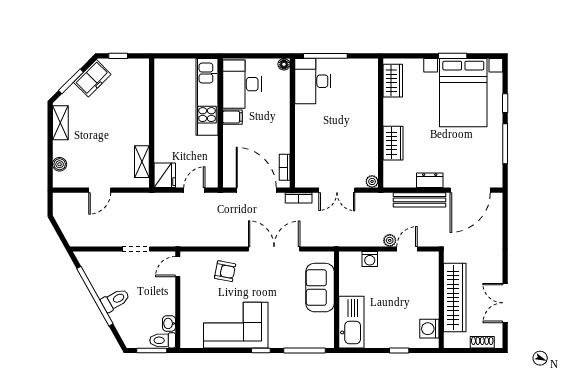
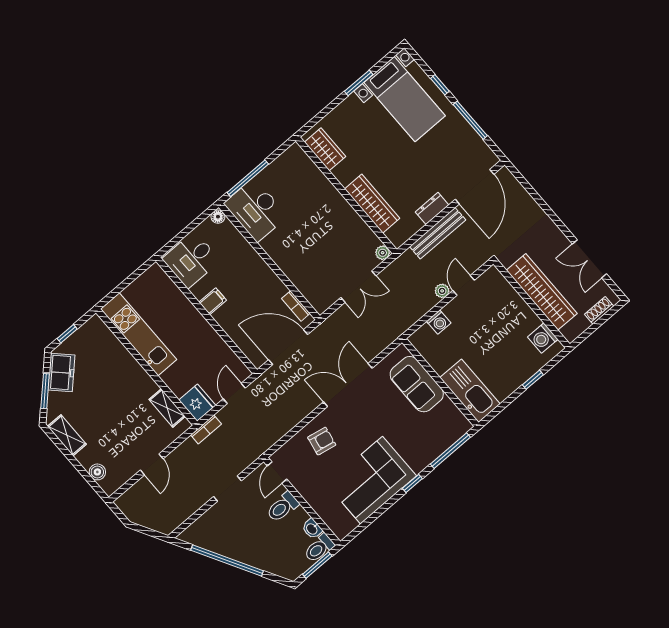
desk: (242, 84) -> (191, 260), width x0.73
bed with nightstands: (463, 93) -> (405, 99), width x0.73
kitchen unit: (207, 97) -> (139, 334), moved, turned 180
wardrobe: (393, 143) -> (372, 204), width x1.50
bookcase: (299, 198) -> (206, 429), moved
toilet: (115, 300) -> (283, 507), moved, turned -151

